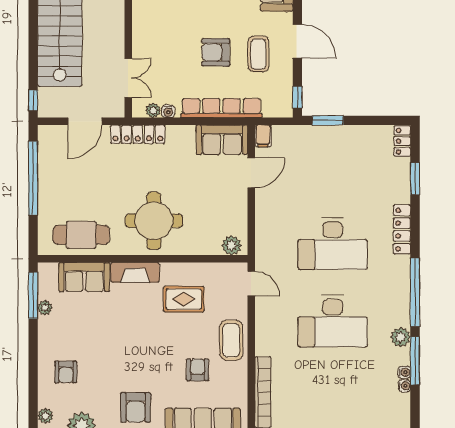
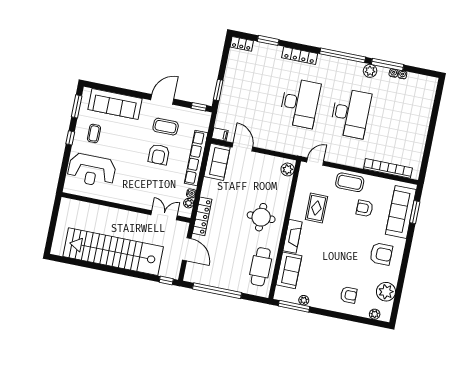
round table: (154, 221) -> (261, 217), width x0.73, depth x0.73

